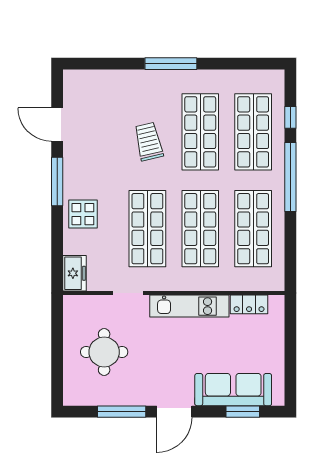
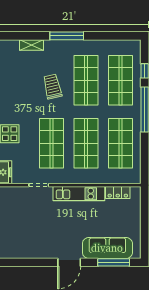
shelving: (116, 78) -> (31, 45), added
round table: (104, 352) -> (23, 224), removed
window: (122, 412) -> (35, 262), removed
window: (243, 412) -> (114, 262), width x1.44

